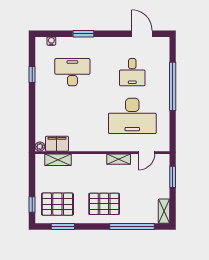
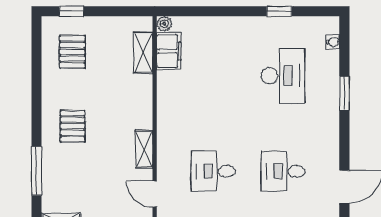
desk: (132, 116) -> (213, 171), width x0.53, depth x0.77
pallet: (57, 204) -> (72, 52), width x0.67, depth x0.71
pallet: (104, 204) -> (73, 126), width x0.67, depth x0.71
window: (63, 227) -> (37, 60), removed
window: (132, 227) -> (37, 171), width x0.68

